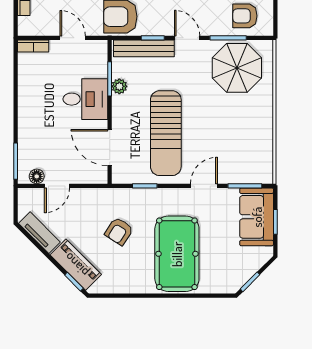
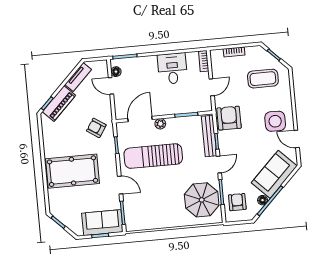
plant: (119, 86) -> (160, 124), moved
desk: (85, 99) -> (172, 69), moved, turned 180
armchair: (119, 231) -> (96, 128), moved

